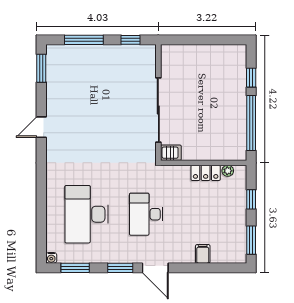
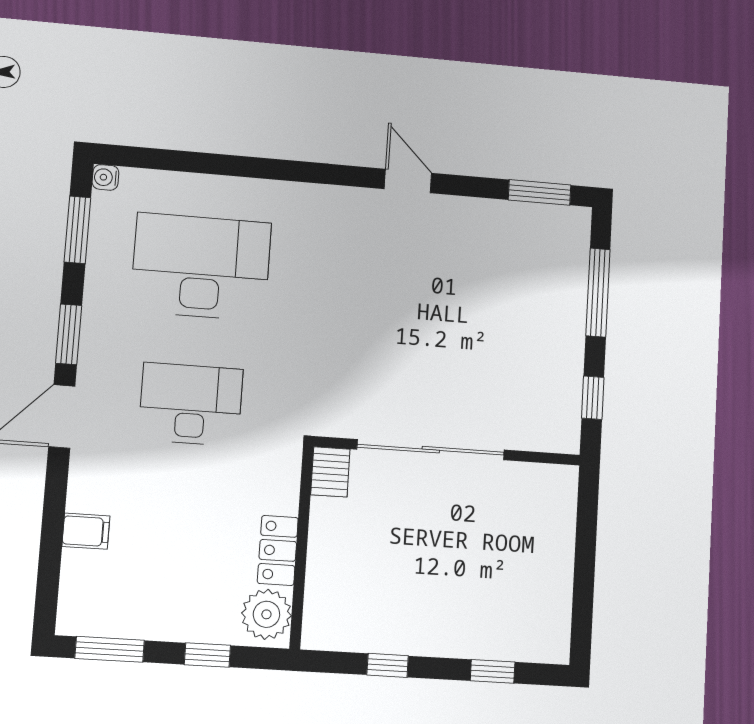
window: (251, 123) -> (388, 665), width x0.32
plant: (228, 171) -> (266, 614), width x1.88, depth x1.88

